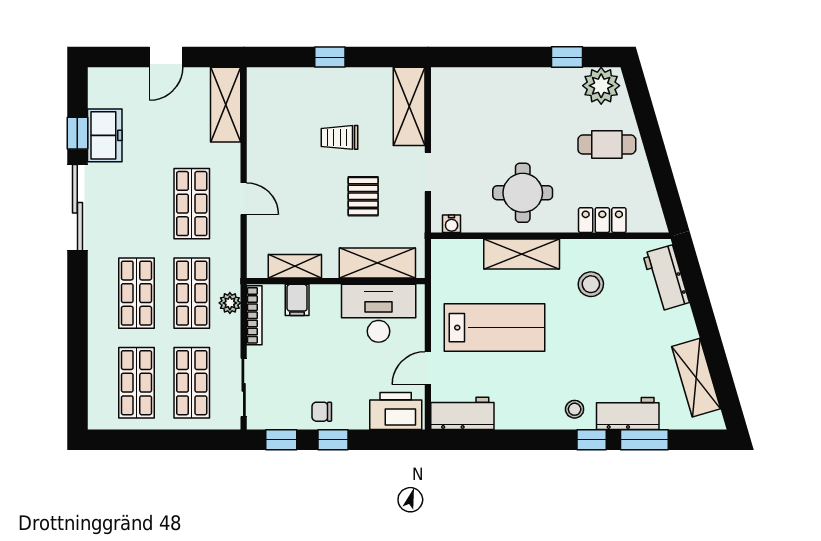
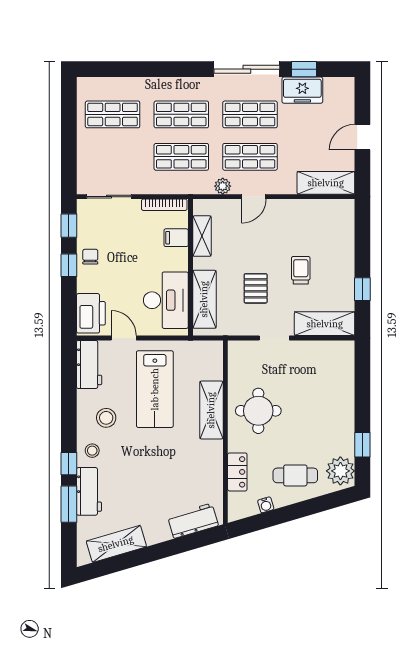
door: (166, 57) -> (362, 137), hinge flipped
window: (330, 57) -> (362, 289), moved
cafe table: (607, 145) -> (295, 475), turned 90
pallet: (363, 196) -> (256, 288), turned 90
water cooler: (452, 224) -> (266, 505), moved, turned -106
stool: (591, 284) -> (106, 418), moved
plant: (230, 303) -> (223, 186), moved
shop shelf: (192, 383) -> (250, 114), moved

